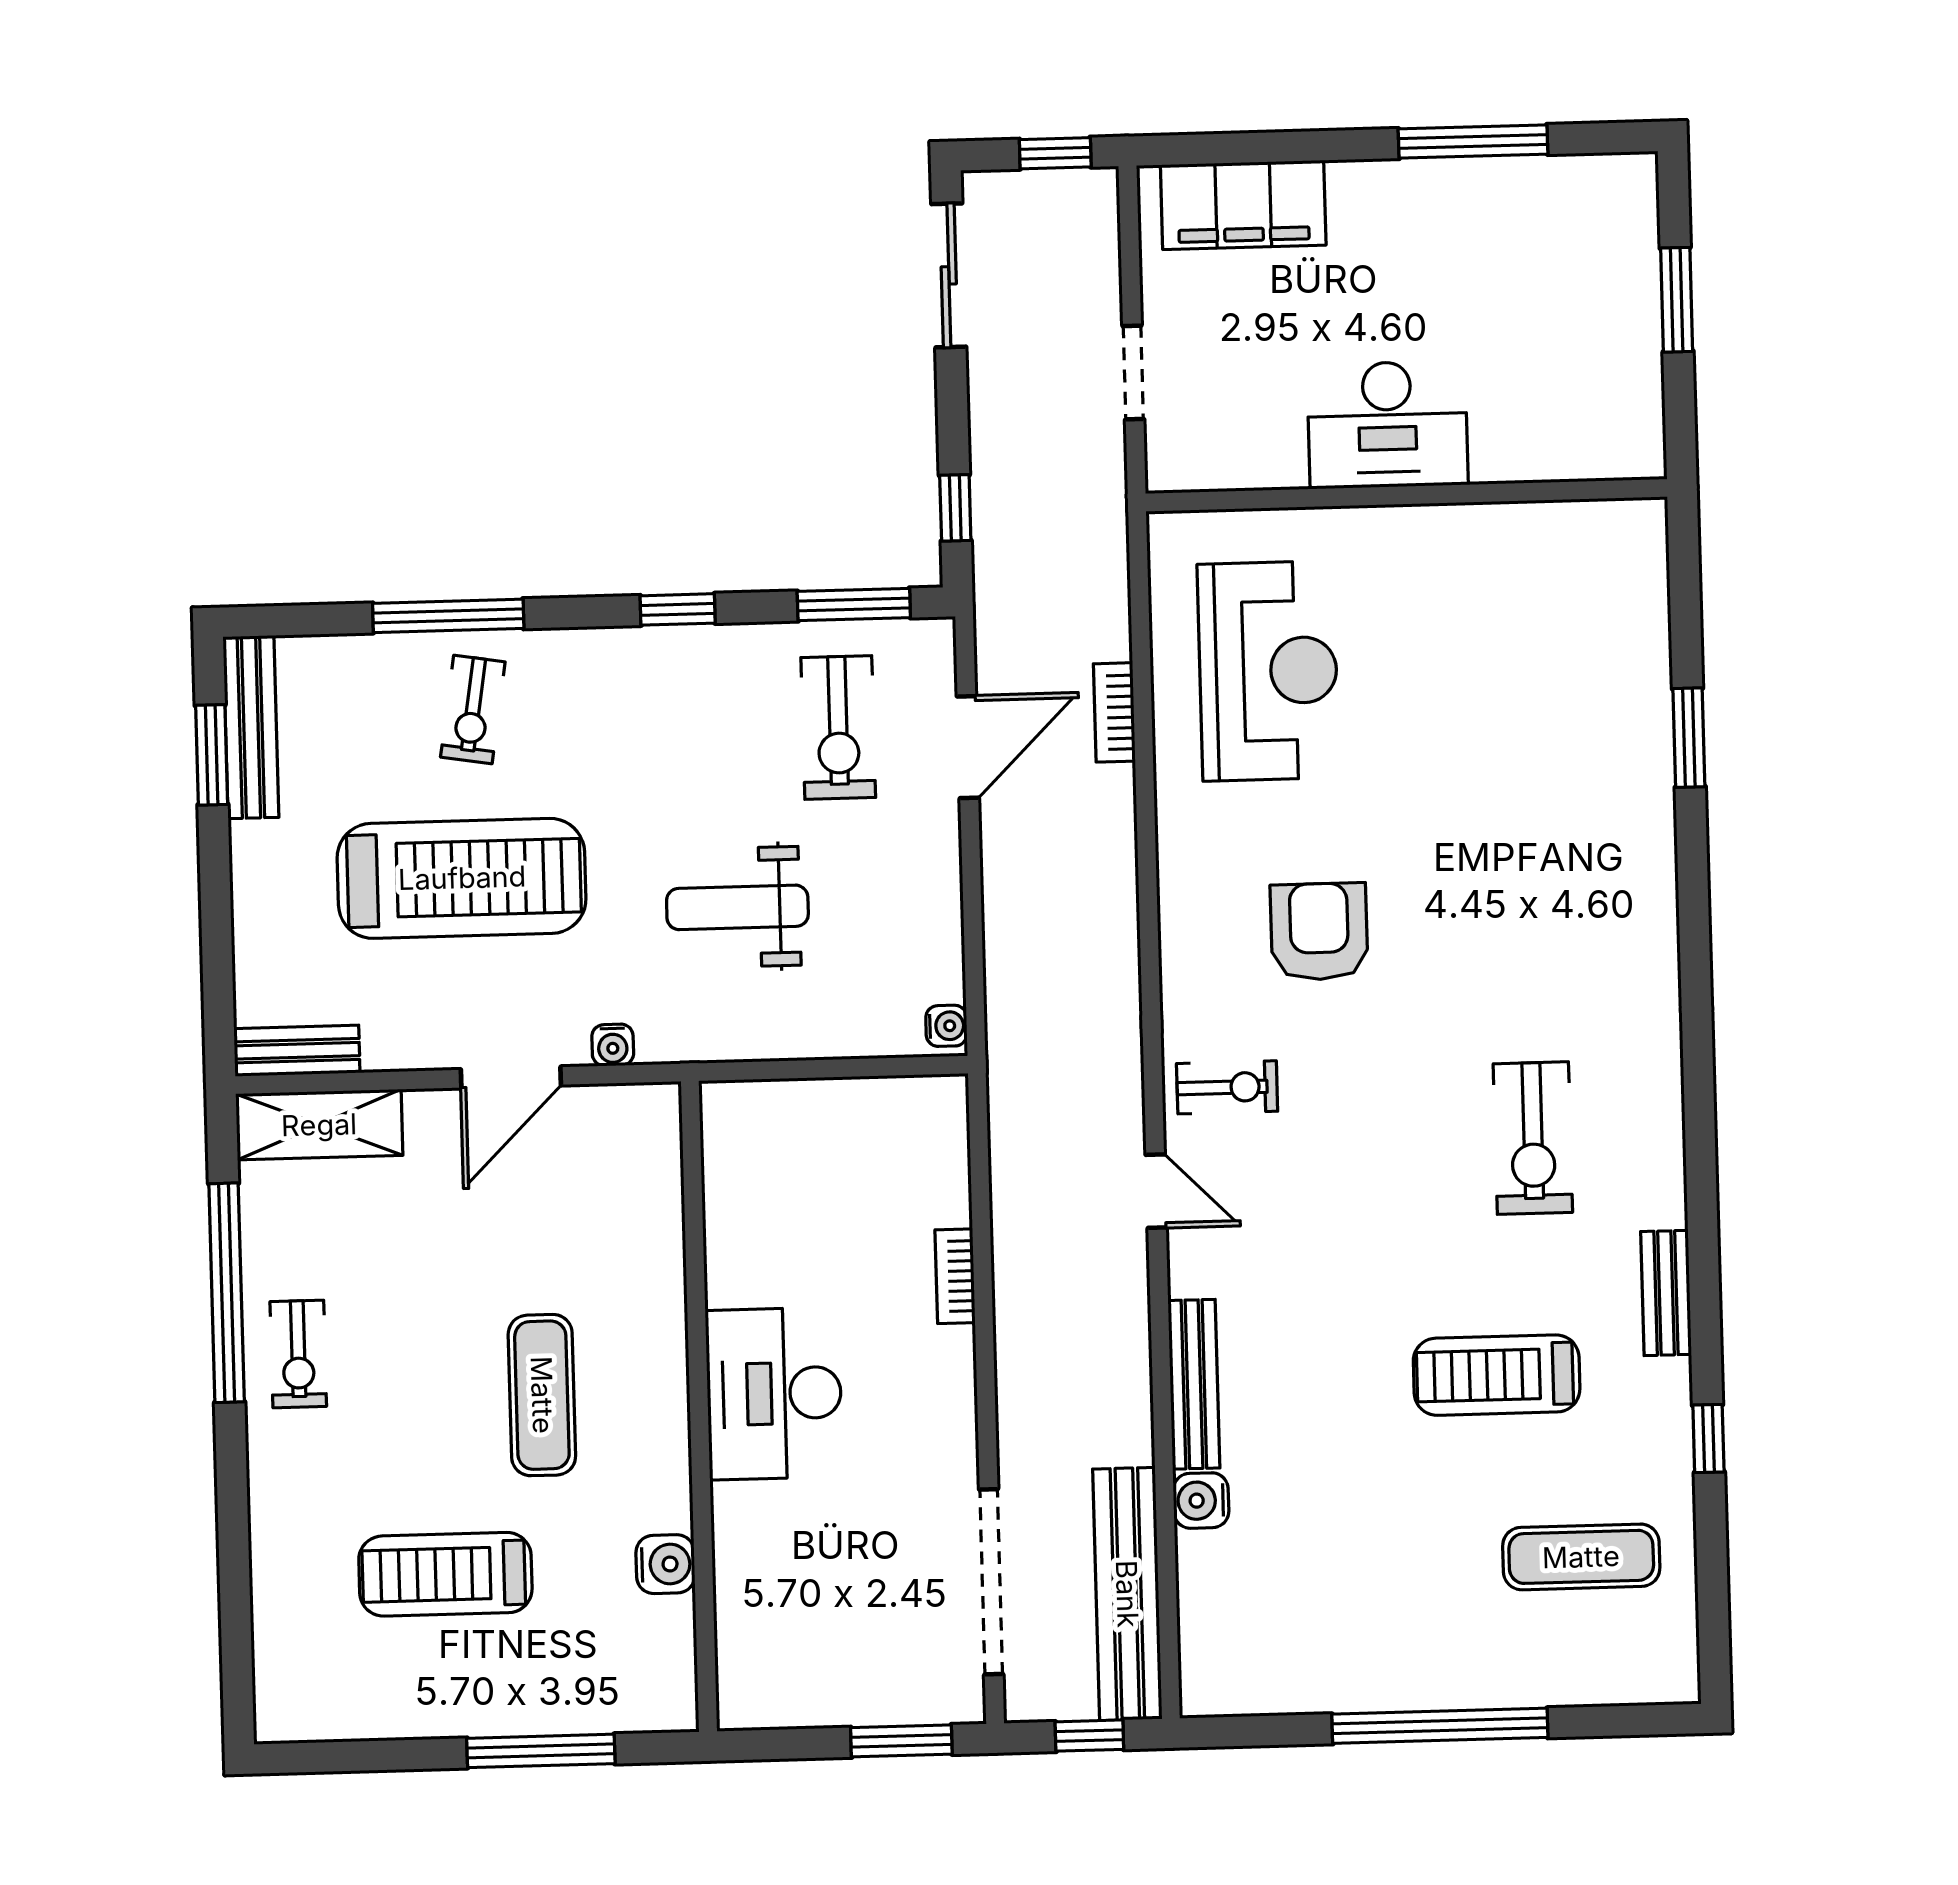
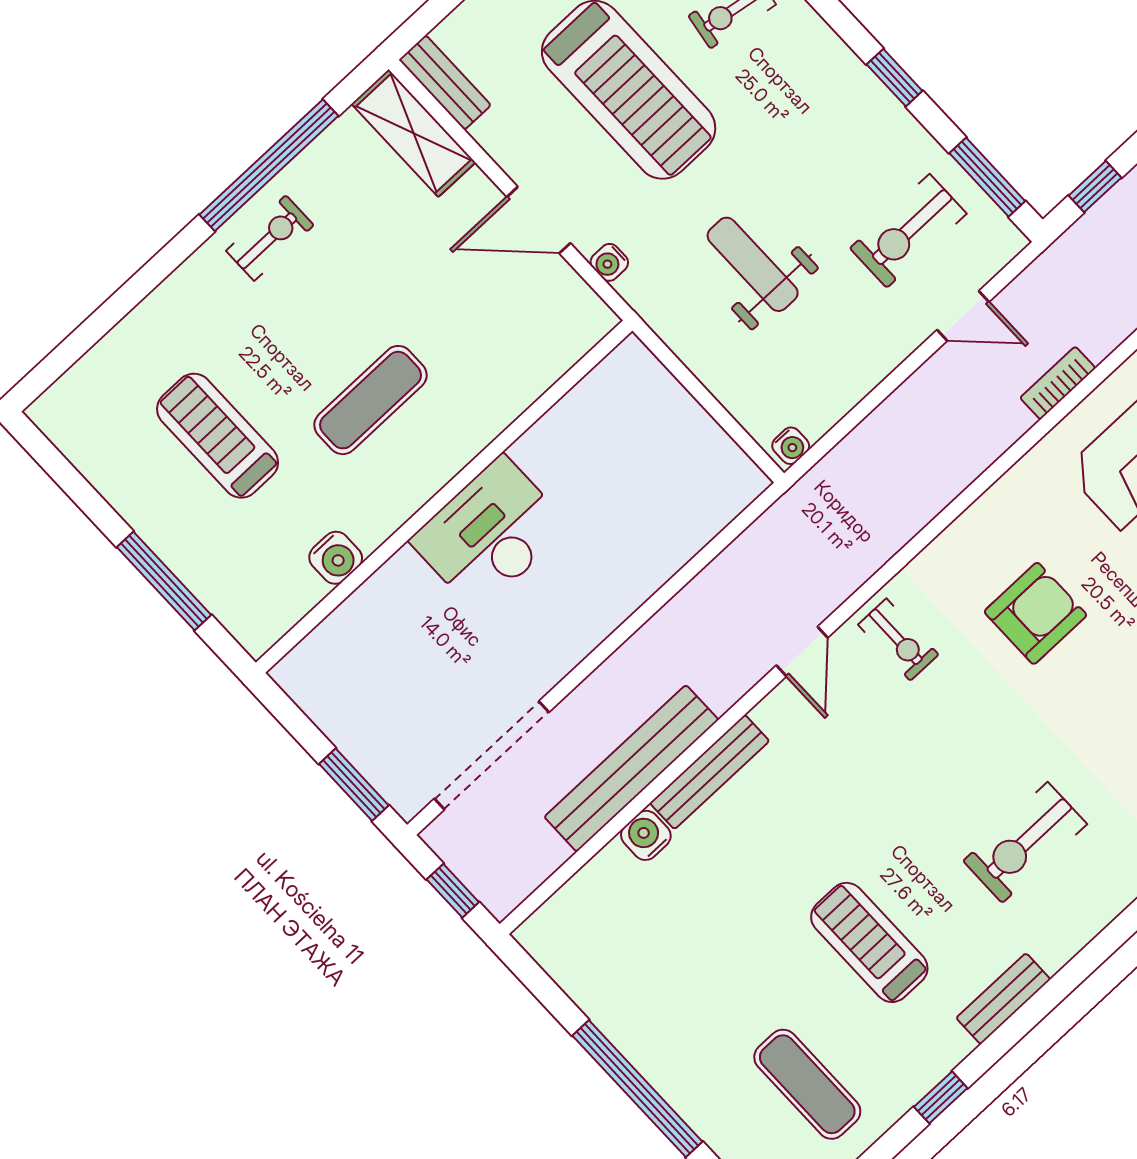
door: (968, 747) -> (963, 316), width x0.73
bookcase: (955, 1276) -> (650, 579), removed
exercise bike: (298, 1354) -> (270, 238), turned 180
bench: (1127, 1594) -> (631, 768), moved

